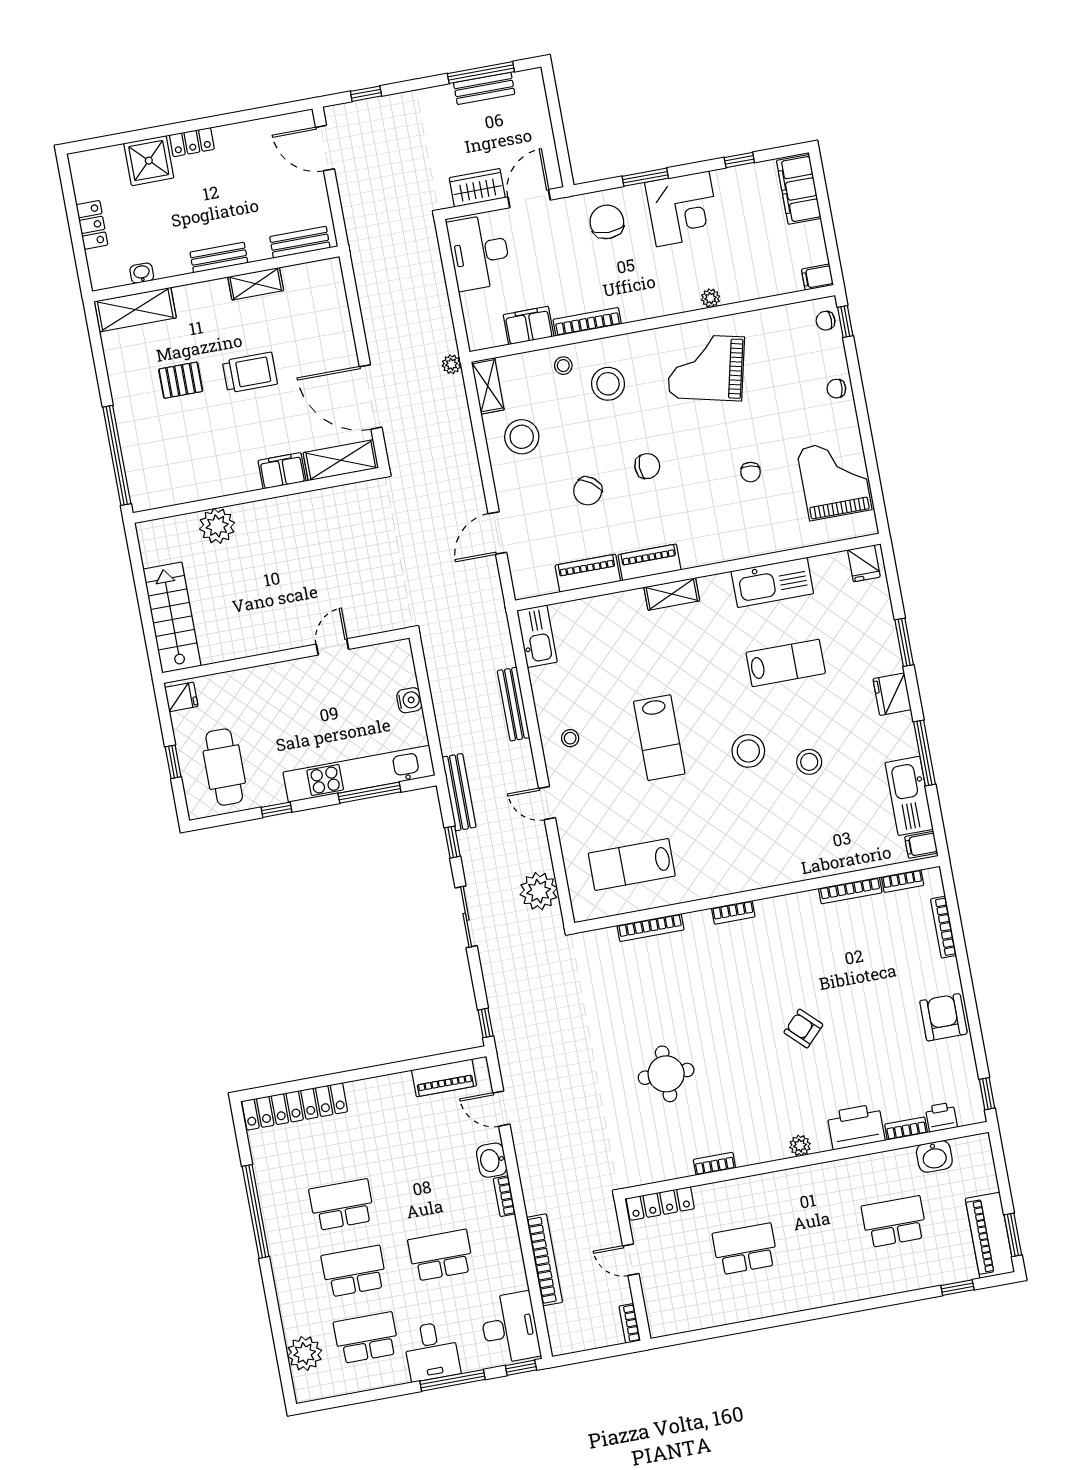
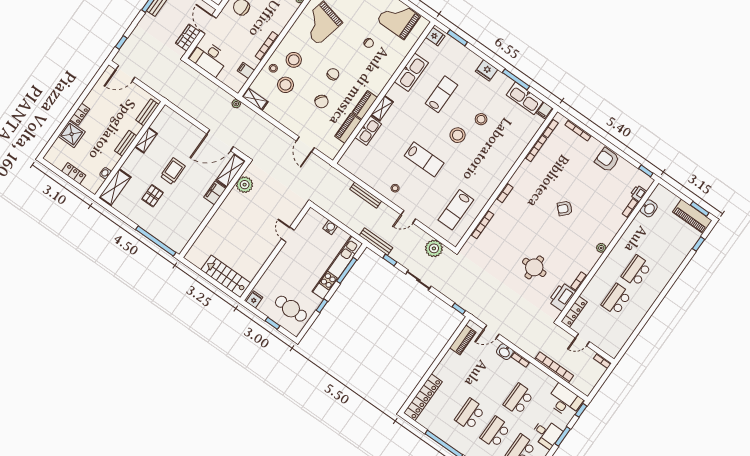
filing cabinet: (529, 325) -> (246, 71), width x0.50
stool: (522, 437) -> (286, 85), moved
plant: (217, 526) -> (245, 185), moved
kitchen sink: (537, 636) -> (368, 131), moved, turned 90
window: (904, 642) -> (457, 38), moved
printer: (856, 1127) -> (562, 297), moved
school desk: (894, 1222) -> (636, 271), moved
window: (452, 1380) -> (563, 436), width x0.69

